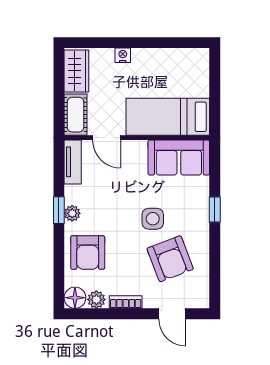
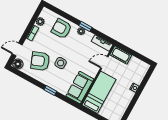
wardrobe: (76, 71) -> (138, 65), removed
floor lamp: (75, 298) -> (18, 64), moved

